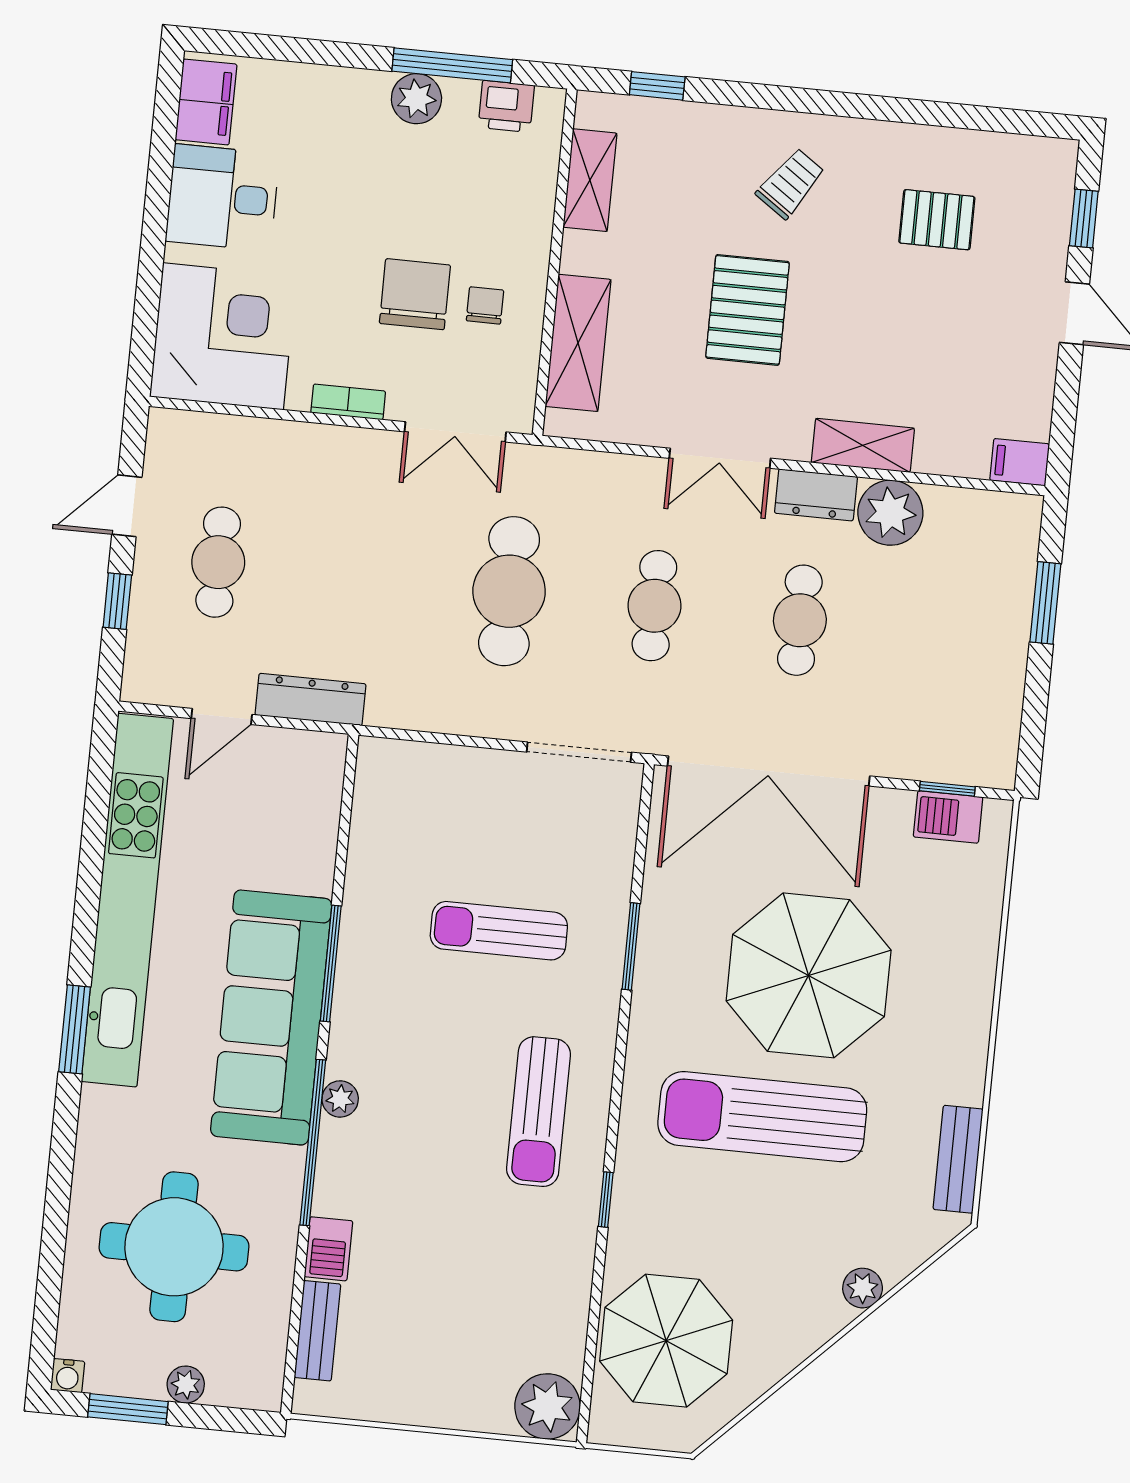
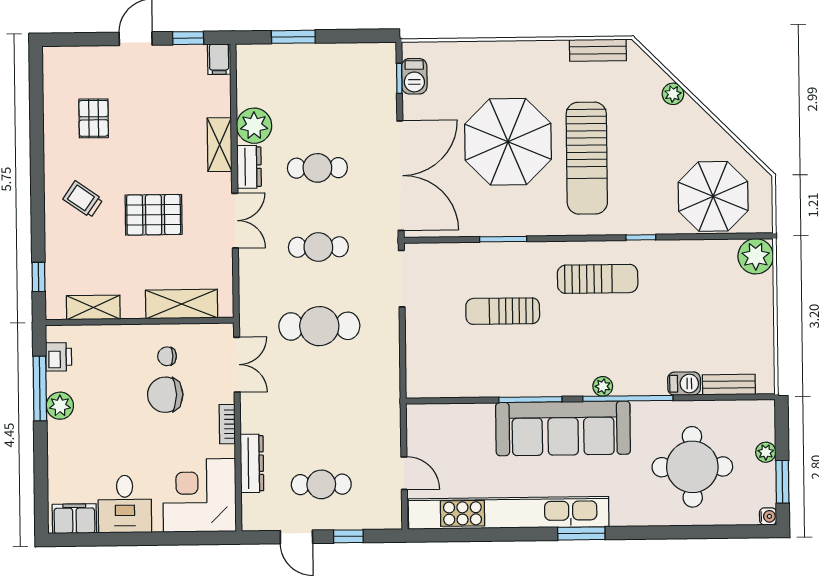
window: (1084, 218) -> (188, 38), moved
dresser: (311, 699) -> (252, 463), moved, turned 180
sun lounger: (499, 931) -> (503, 311), turned 90

